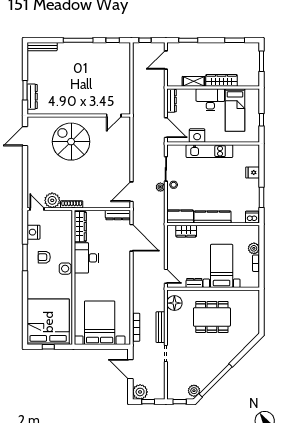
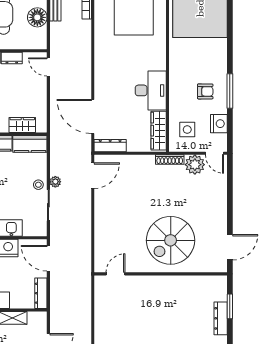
dresser: (32, 97) -> (221, 318), moved
spiral stairs: (71, 142) -> (171, 240), turned 90
side table: (65, 269) -> (187, 130), moved
floor lamp: (174, 303) -> (37, 17), moved

